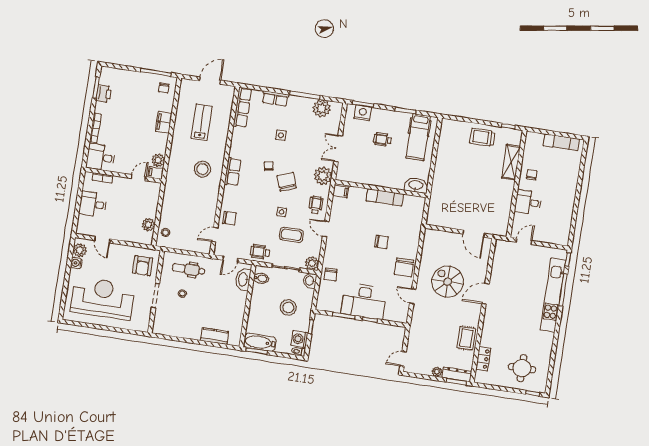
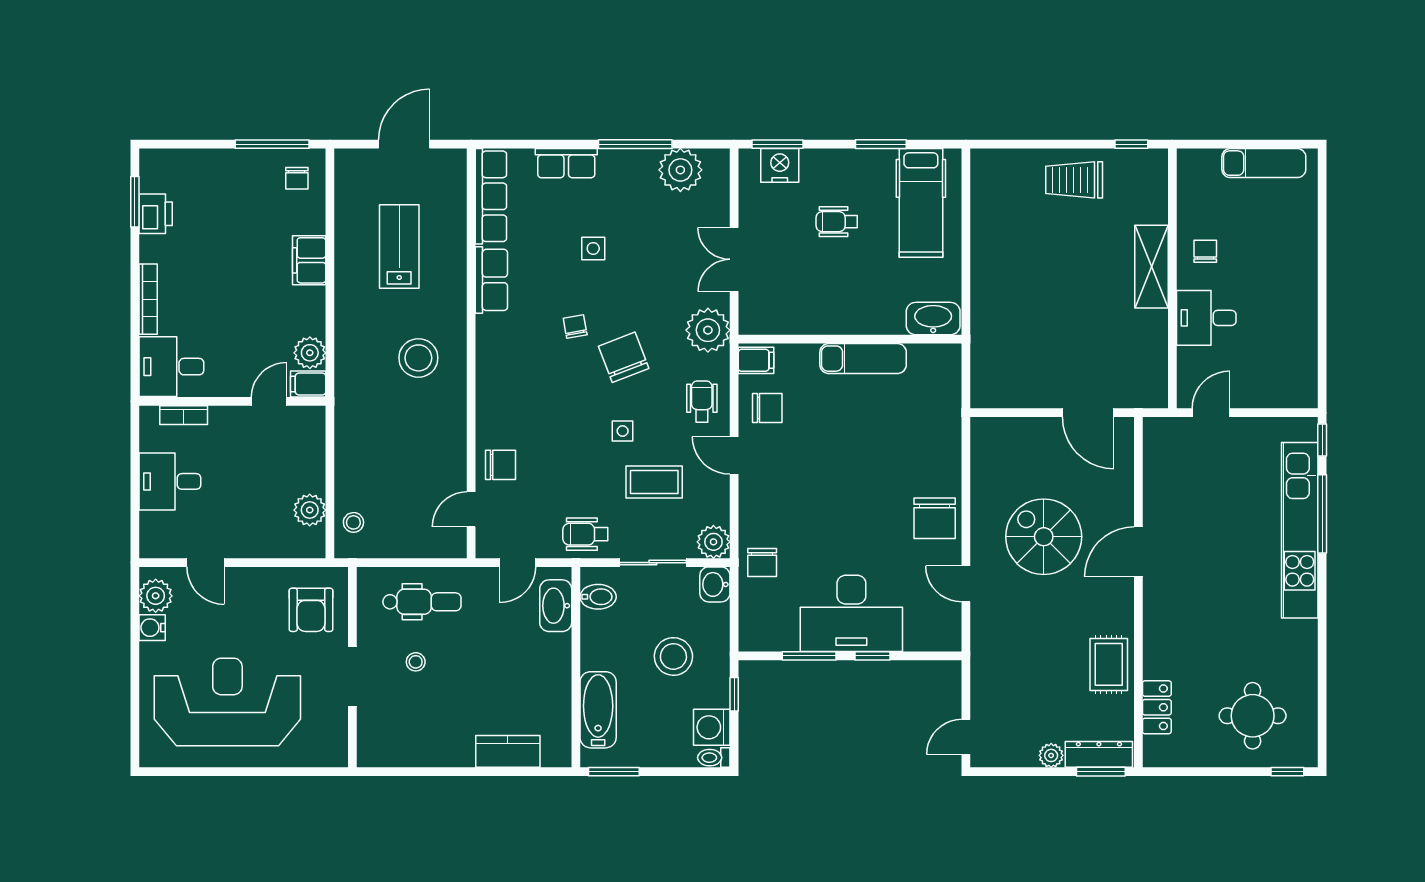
shelving: (511, 162) -> (1151, 267), moved
row of seats: (233, 172) -> (491, 280), moved
chair: (382, 242) -> (767, 408), moved
dental chair: (189, 269) -> (422, 602), turned 180
bathtub: (260, 342) -> (598, 710), moved, turned 90

